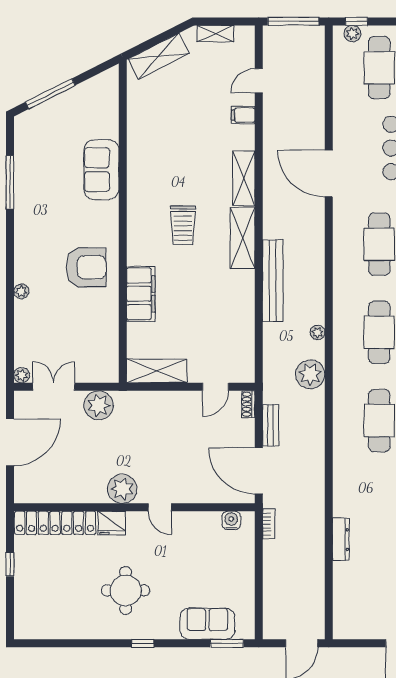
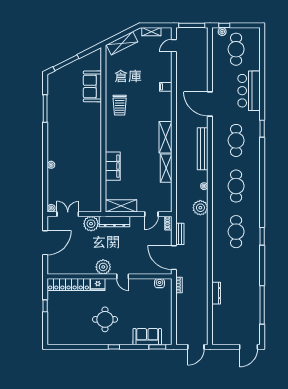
door: (259, 81) -> (174, 46), moved
filing cabinet: (243, 115) -> (166, 87), moved
sofa: (101, 170) -> (92, 86), moved
shelving: (244, 178) -> (166, 168), moved
trolley: (183, 225) -> (120, 105), moved
armchair: (86, 267) -> (85, 152), removed
bench: (273, 281) -> (203, 149), moved
dresser: (144, 401) -> (114, 222), added

